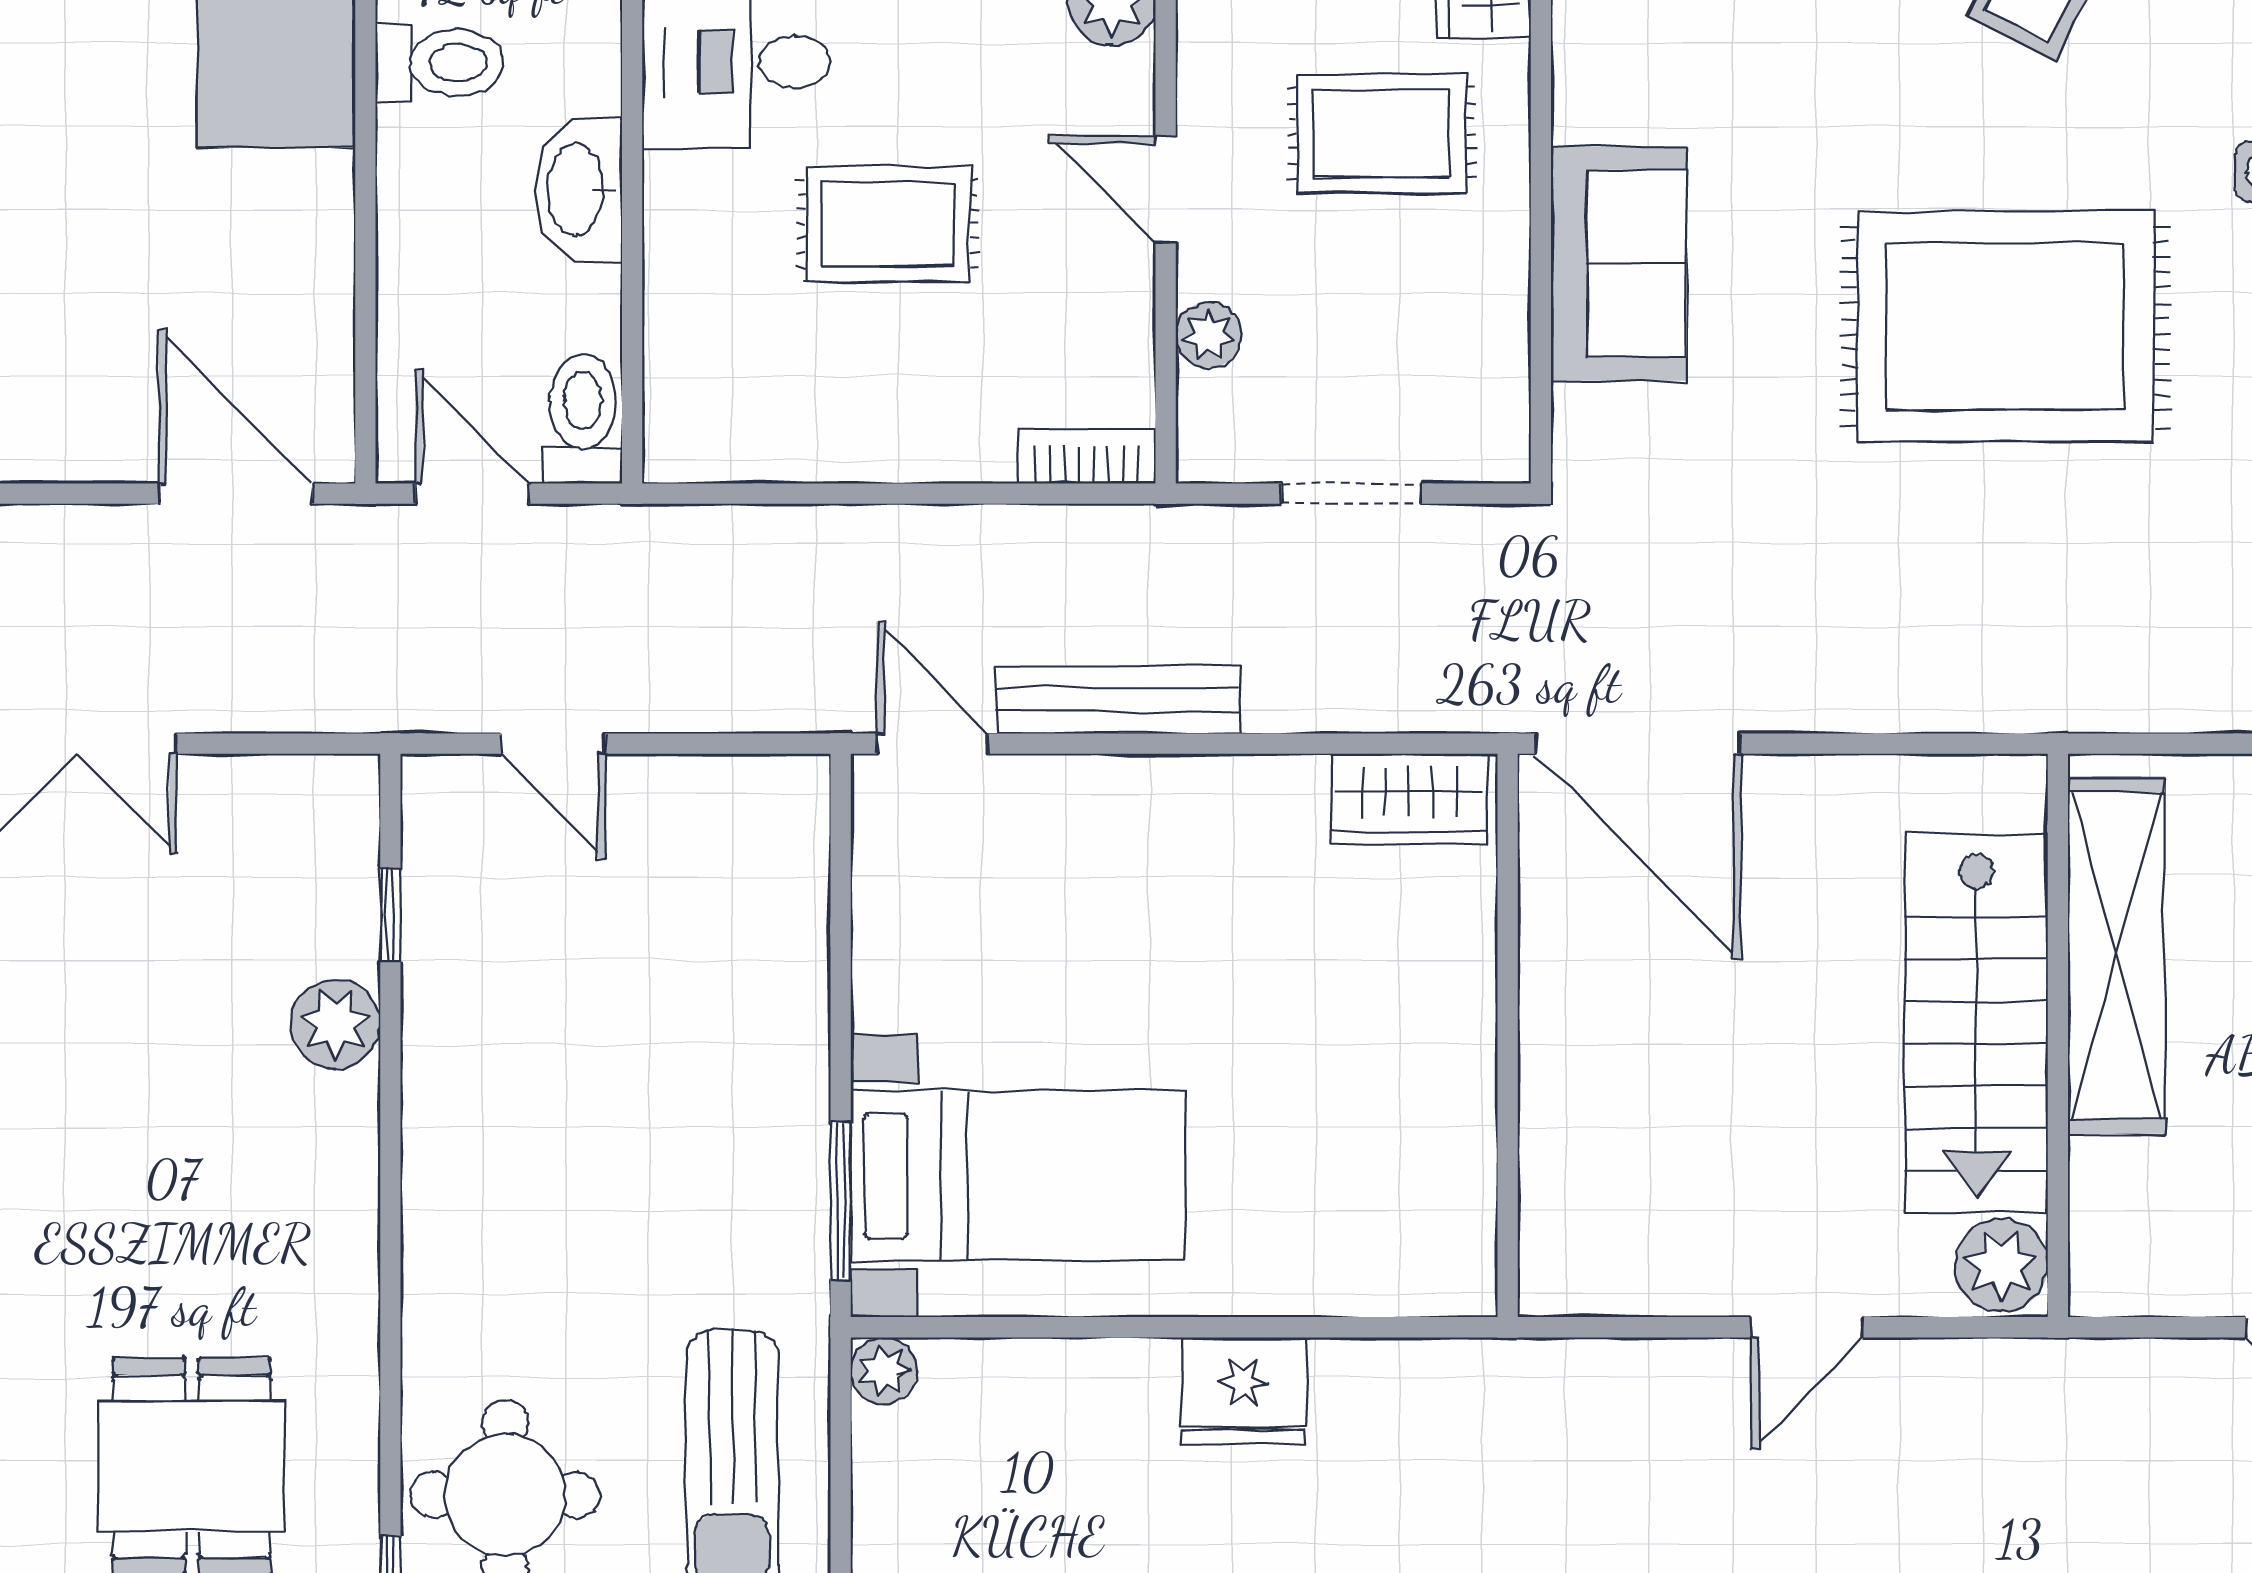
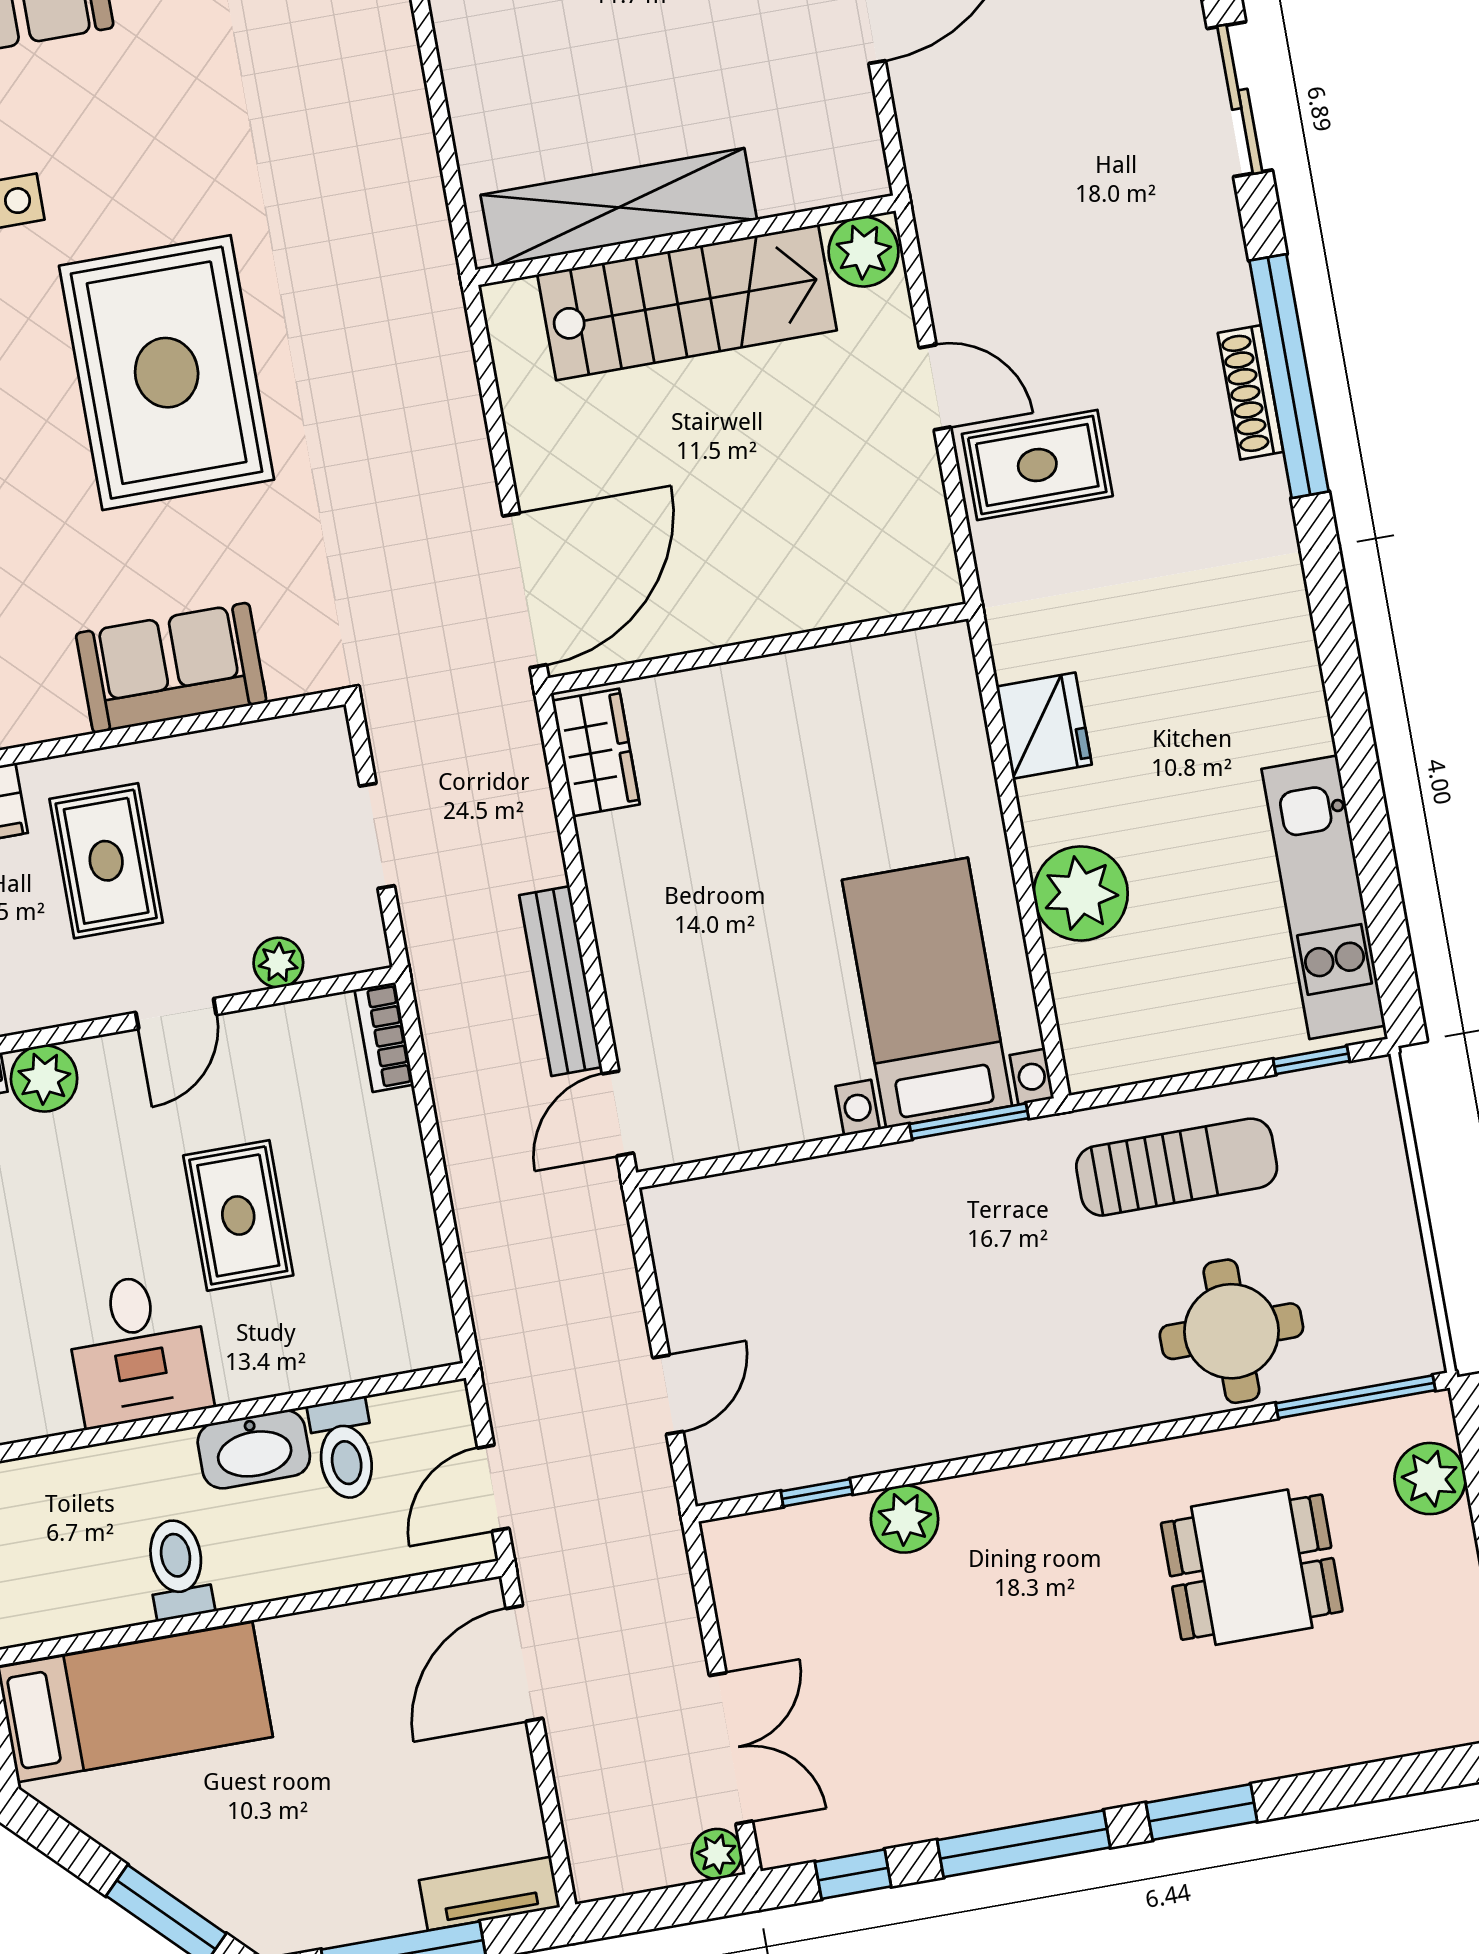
toilet: (583, 419) -> (344, 1449), moved, turned -90
plant: (884, 1371) -> (1081, 893), moved, width x1.88, depth x1.88
fridge: (1244, 1391) -> (1044, 726), moved
rug: (1682, 1443) -> (1037, 465), added

